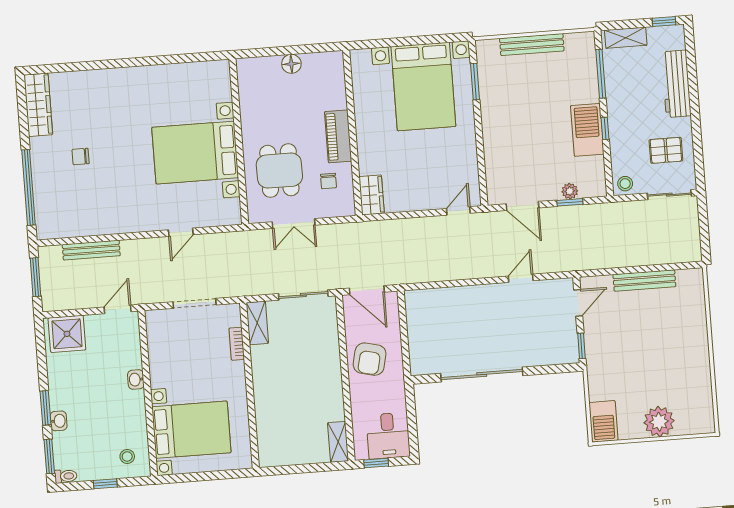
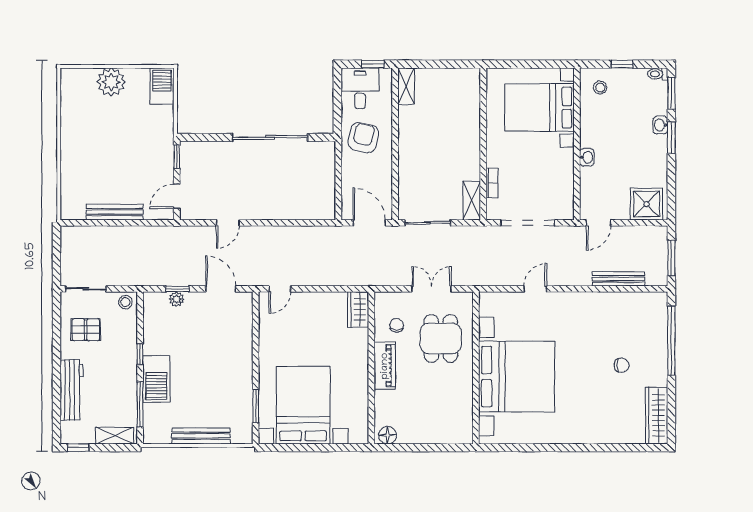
floor lamp: (291, 64) -> (388, 435), moved
barbecue: (587, 130) -> (156, 379), moved
bed with nightstands: (195, 153) -> (517, 377), width x1.36
doorway: (195, 303) -> (528, 223), width x1.36
armchair: (370, 359) -> (363, 138), moved

